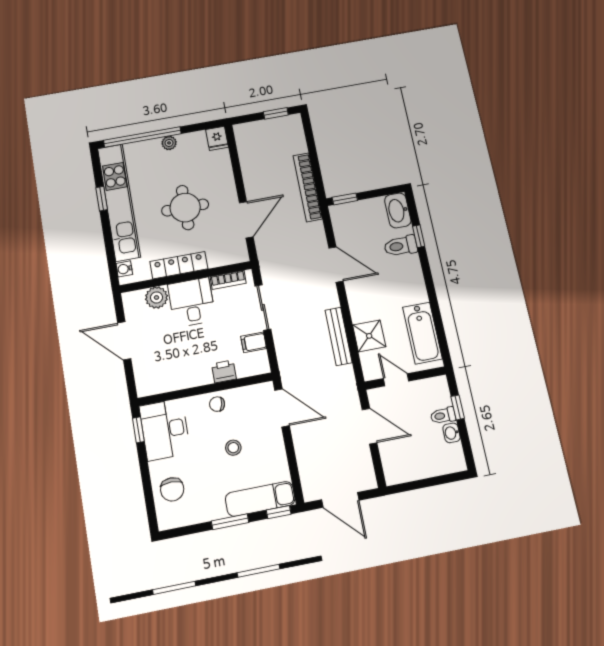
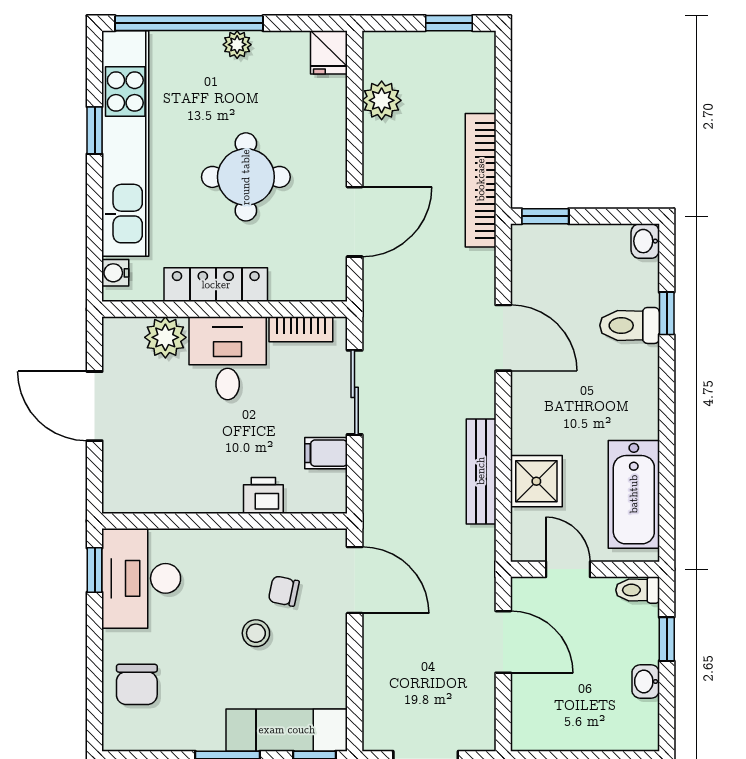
plant: (249, 157) -> (382, 100), added
washbasin: (398, 210) -> (645, 241), width x0.52, depth x0.69
chair: (217, 404) -> (284, 591), moved
toilet: (443, 416) -> (638, 590), moved

